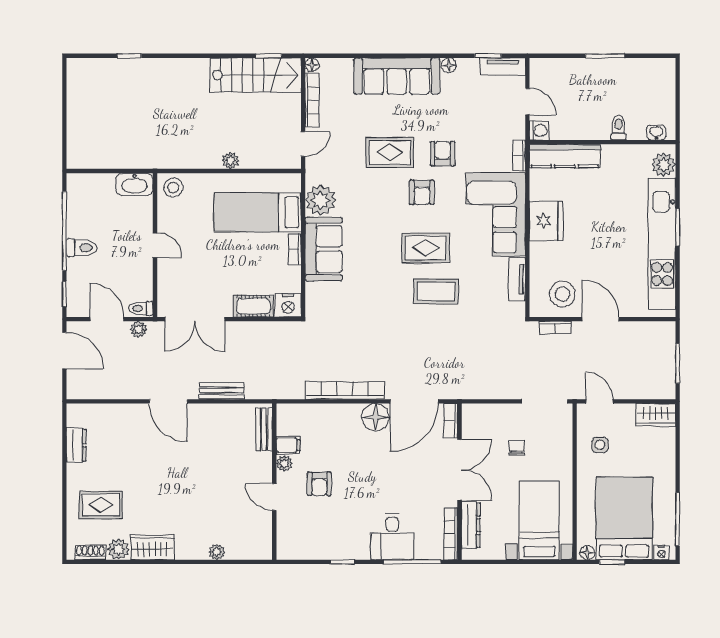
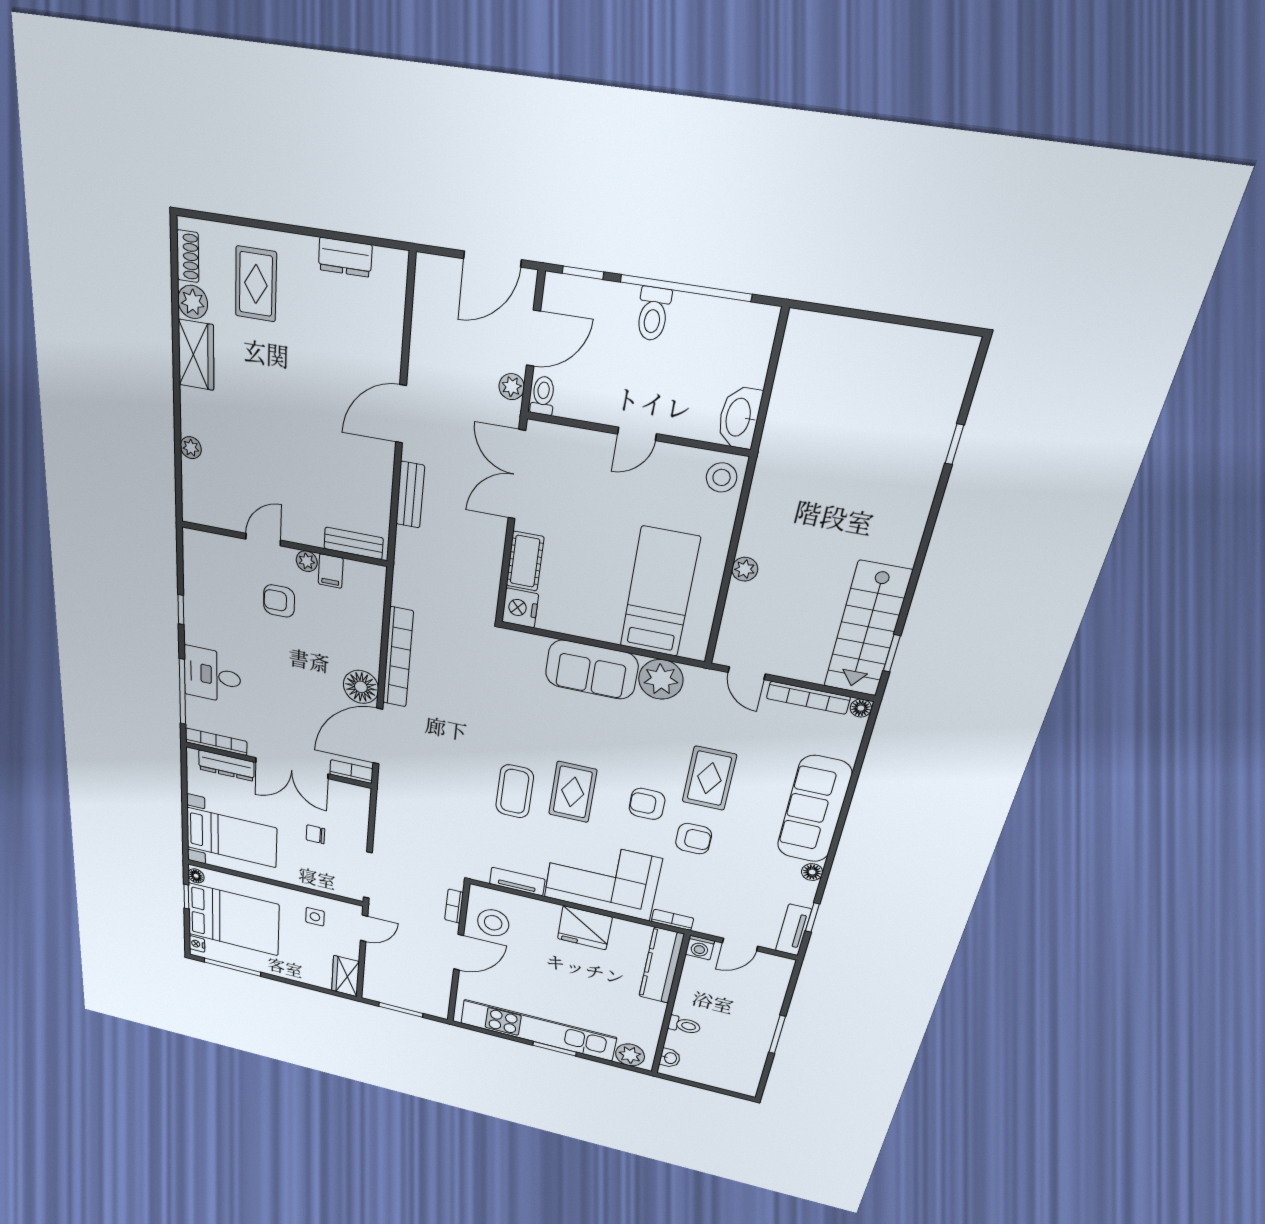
bookcase: (295, 249) -> (597, 632), removed
door: (414, 401) -> (378, 736), hinge flipped
chair: (517, 448) -> (315, 834), turned 180

